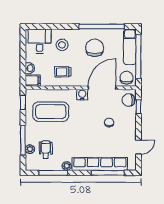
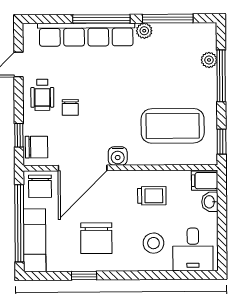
window: (102, 27) -> (84, 276), width x0.32
wheelchair: (46, 150) -> (42, 95), moved
window: (108, 173) -> (101, 19), moved

